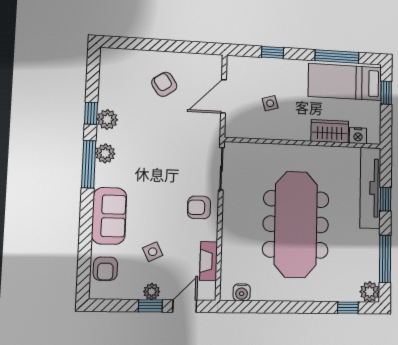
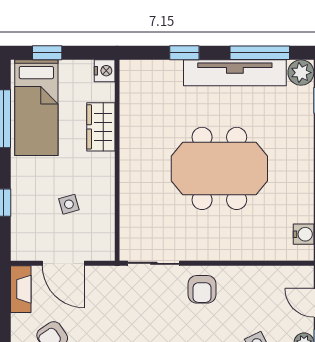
nightstand: (358, 136) -> (105, 71), moved
tv unit: (370, 188) -> (235, 73), moved
meeting table: (296, 224) -> (219, 168), width x0.73
fireplace: (209, 261) -> (21, 289), moved, turned -90

